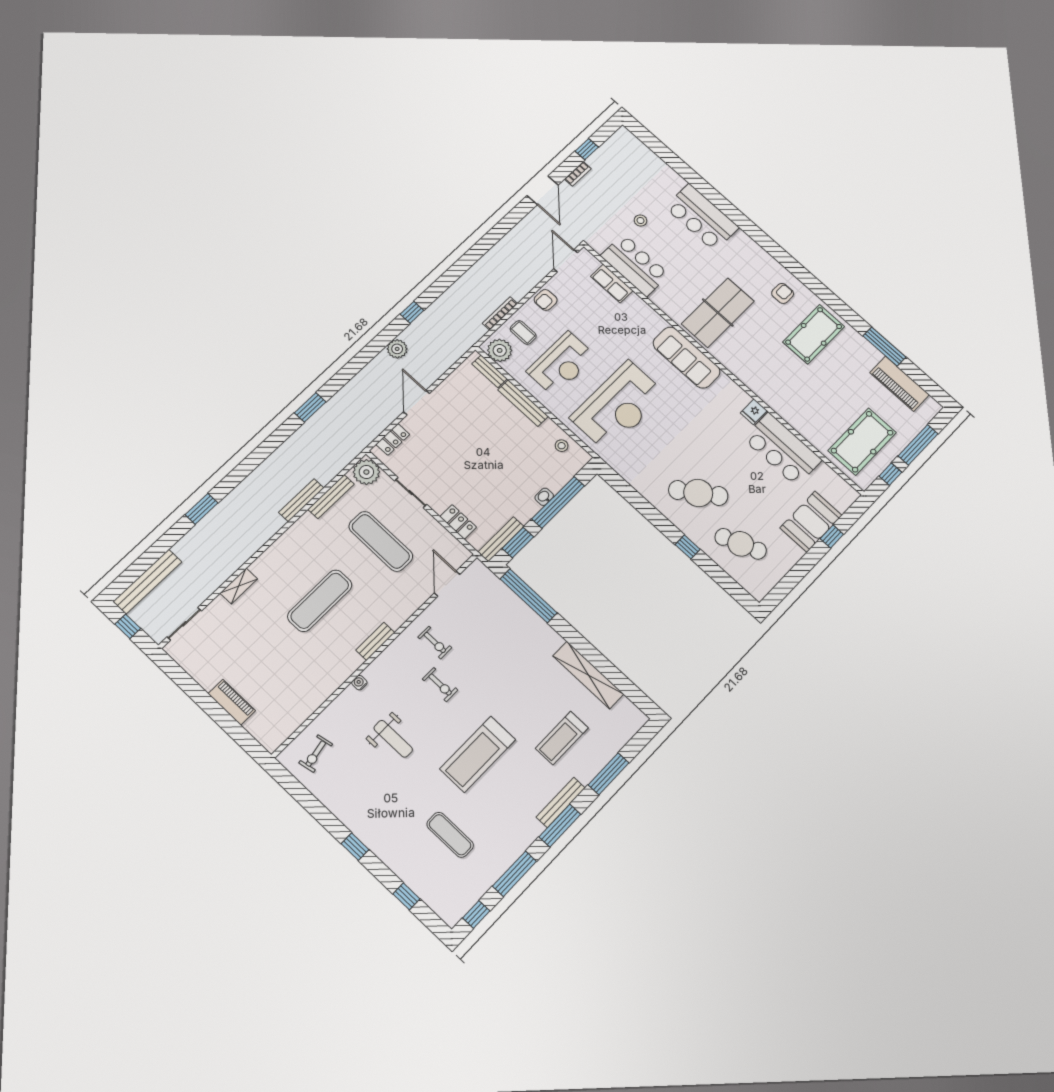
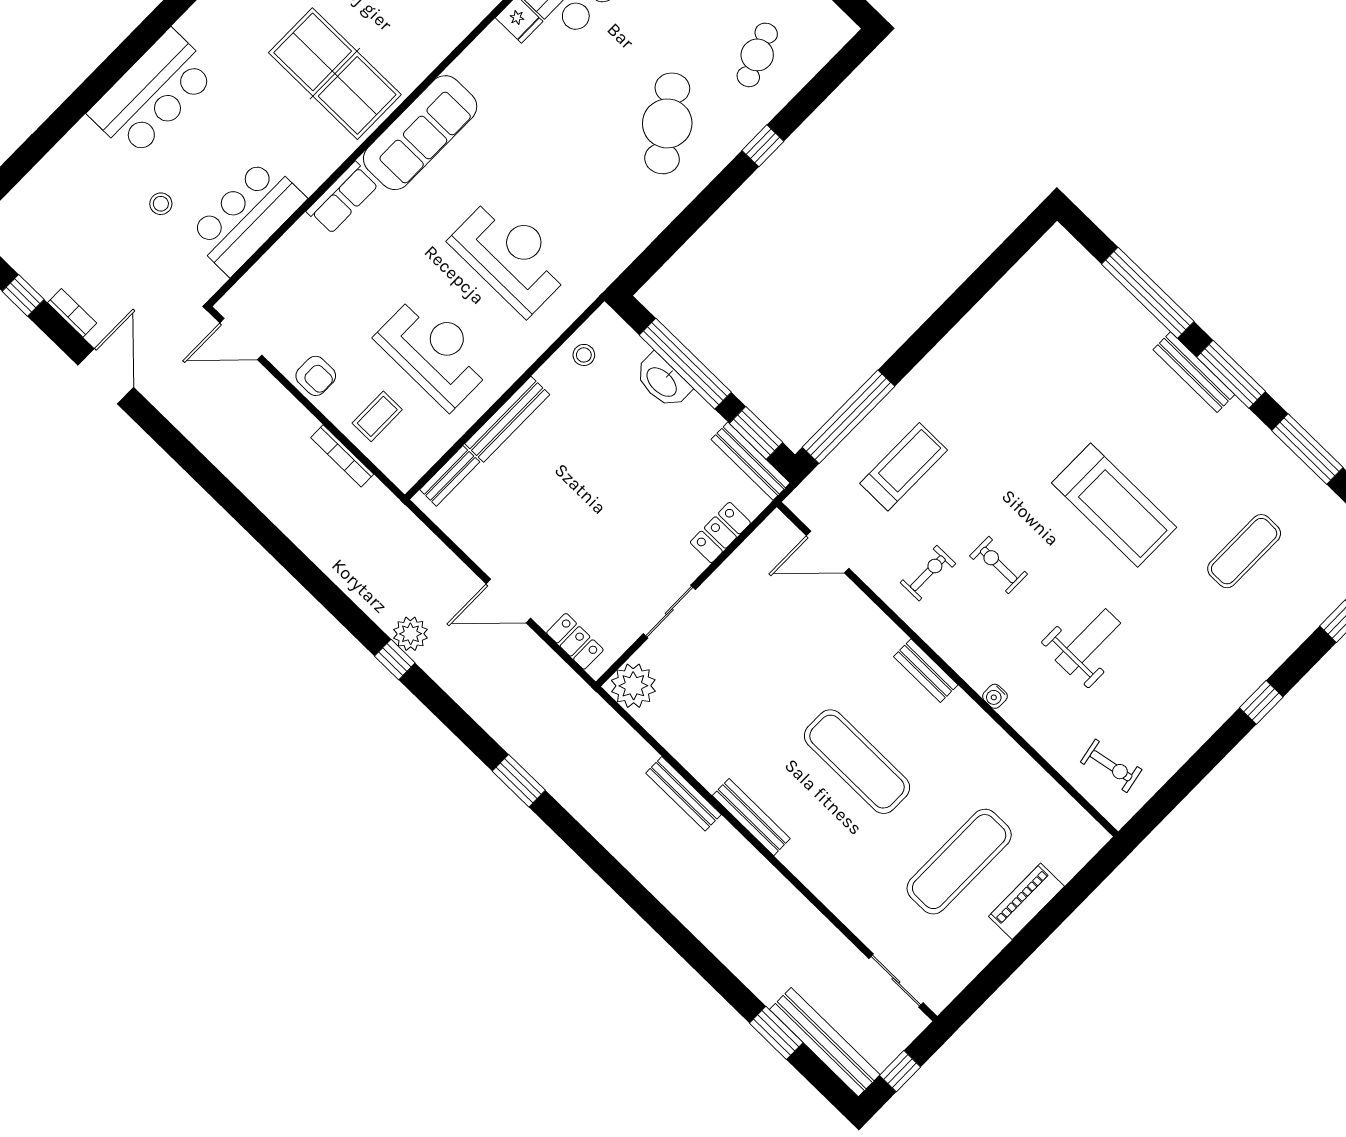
door: (543, 190) -> (106, 376), hinge flipped
row of seats: (612, 283) -> (343, 198), moved
window: (412, 312) -> (395, 659), moved
plant: (500, 350) -> (411, 458), removed
reception desk: (618, 406) -> (511, 256), width x0.74, depth x0.77
bench: (331, 497) -> (751, 817), moved
washbasin: (544, 497) -> (662, 381), width x1.91, depth x1.45
window: (202, 509) -> (776, 1033), moved
exercise mat: (381, 541) -> (959, 862), moved
cafe table: (741, 544) -> (757, 55), width x0.73, depth x0.74
shelving: (239, 586) -> (832, 894), removed
shelving: (588, 675) -> (983, 321), removed
exercise bike: (440, 685) -> (999, 565), turned -90
treadmill: (562, 738) -> (904, 467), moved, turned -90
window: (609, 774) -> (1148, 293), width x1.46

